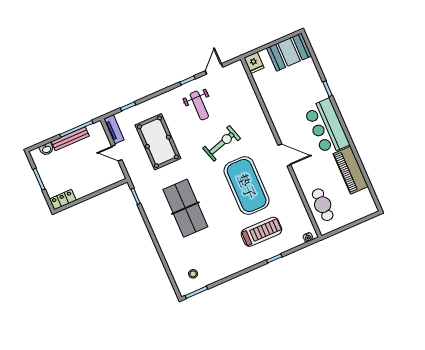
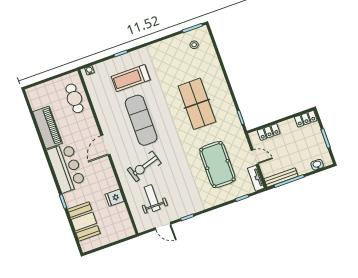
booth: (289, 52) -> (84, 221), moved, turned 90
fridge: (254, 63) -> (115, 198), moved, turned -90
door: (214, 69) -> (163, 226), hinge flipped
weight bench: (199, 106) -> (152, 198), moved
bench: (70, 139) -> (281, 178), moved
exercise bike: (222, 143) -> (144, 166), moved
door: (284, 155) -> (106, 145), hinge flipped
locker: (103, 182) -> (269, 132), added
exercise mat: (247, 186) -> (141, 120), width x0.68

